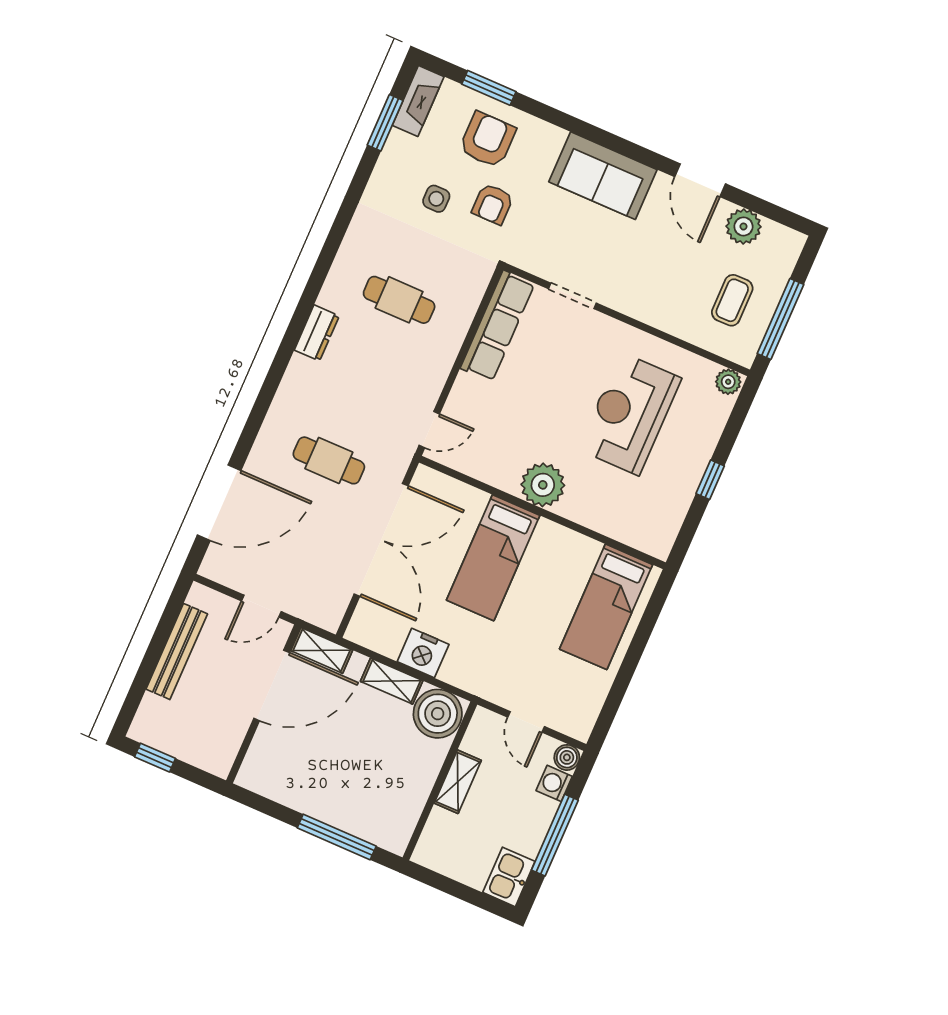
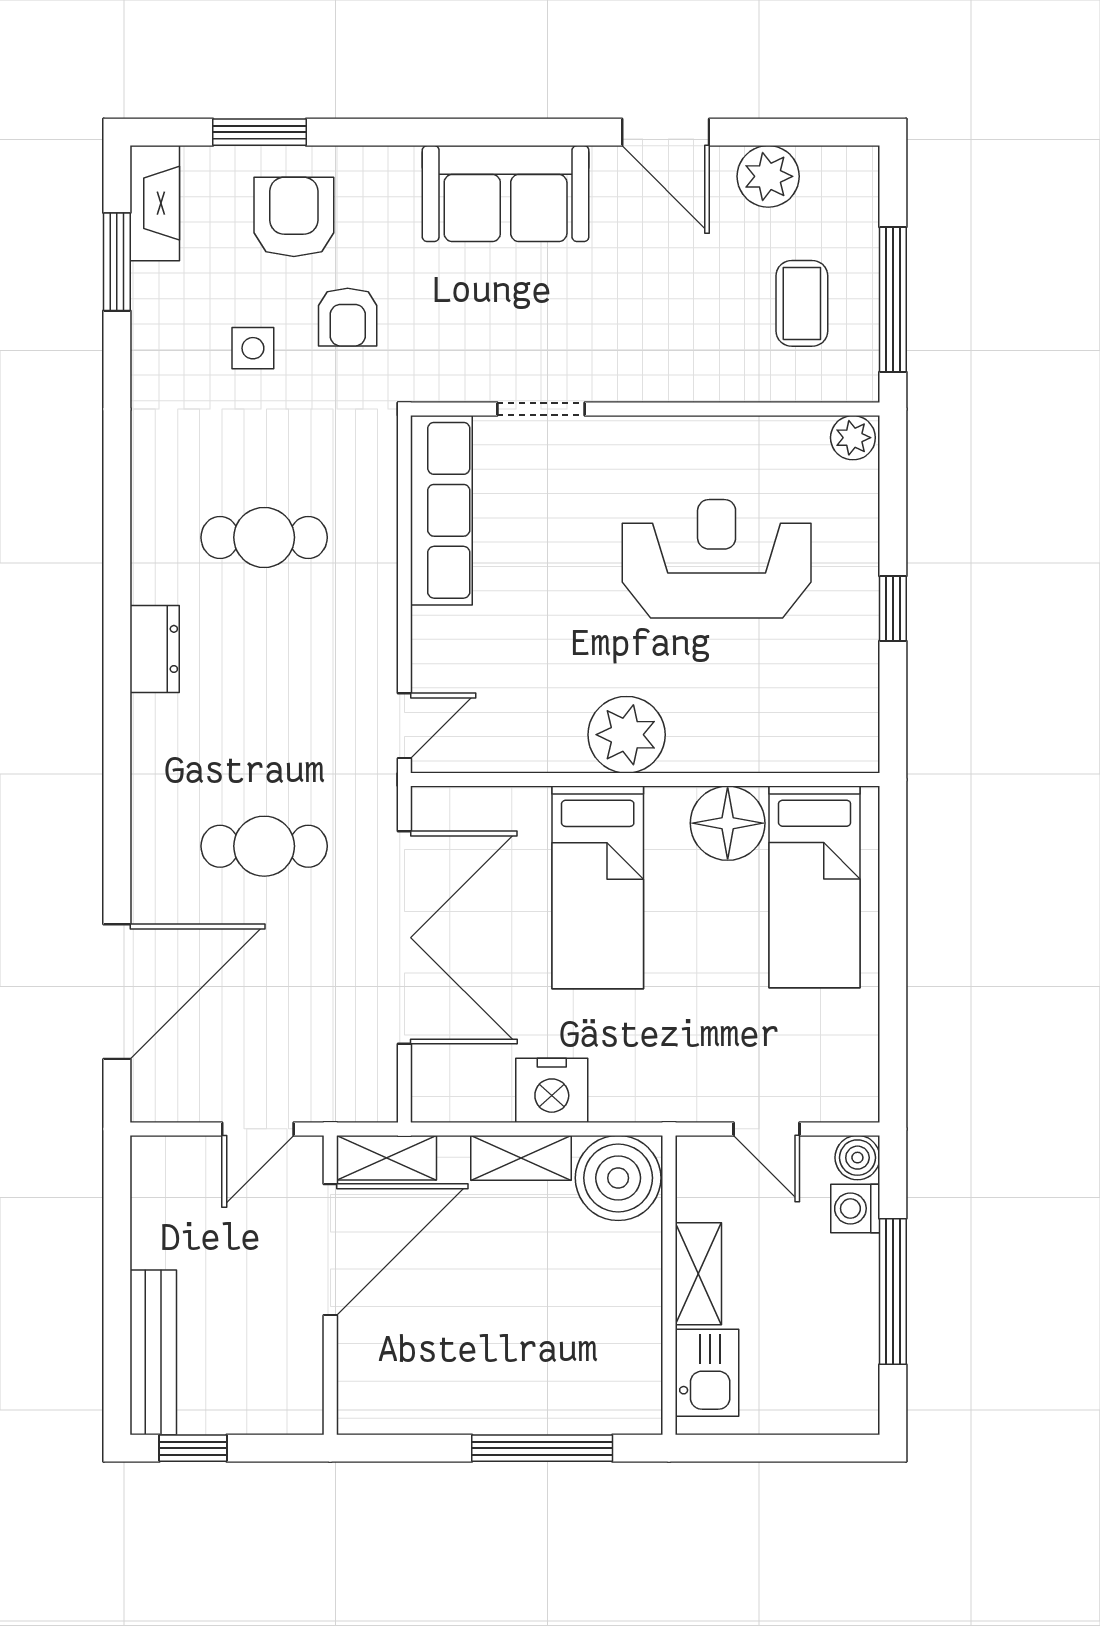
reception desk: (630, 414) -> (717, 559), turned 90
floor lamp: (575, 554) -> (728, 823), added
bench: (177, 651) -> (153, 1352), moved
kitchen sink: (509, 877) -> (707, 1373), moved, turned 180

